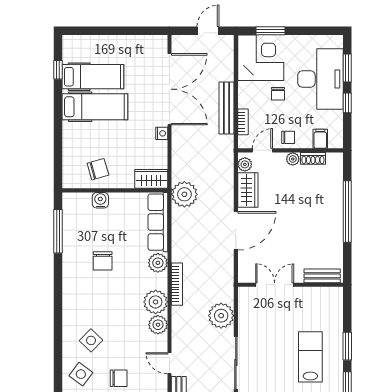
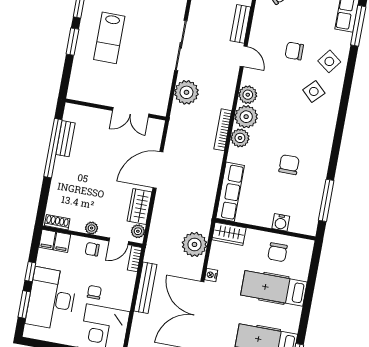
hospital bed: (95, 107) -> (274, 288), moved
bookcase: (243, 122) -> (135, 259), moved
filing cabinet: (336, 139) -> (47, 240), added
shoe rack: (313, 158) -> (57, 222), moved
chair: (98, 169) -> (278, 252), turned -74
plant: (184, 194) -> (194, 244), moved
window: (347, 212) -> (53, 148), moved
plant: (158, 263) -> (240, 138), moved
bench: (322, 276) -> (65, 139), moved, turned 90

